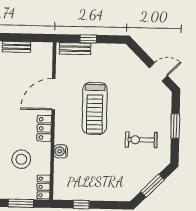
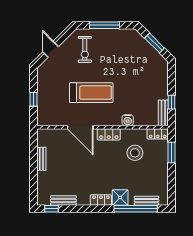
bench: (75, 49) -> (163, 113), moved
door: (158, 72) -> (51, 49), moved
window: (175, 126) -> (105, 25), width x1.44
exercise bike: (141, 140) -> (85, 49), moved

